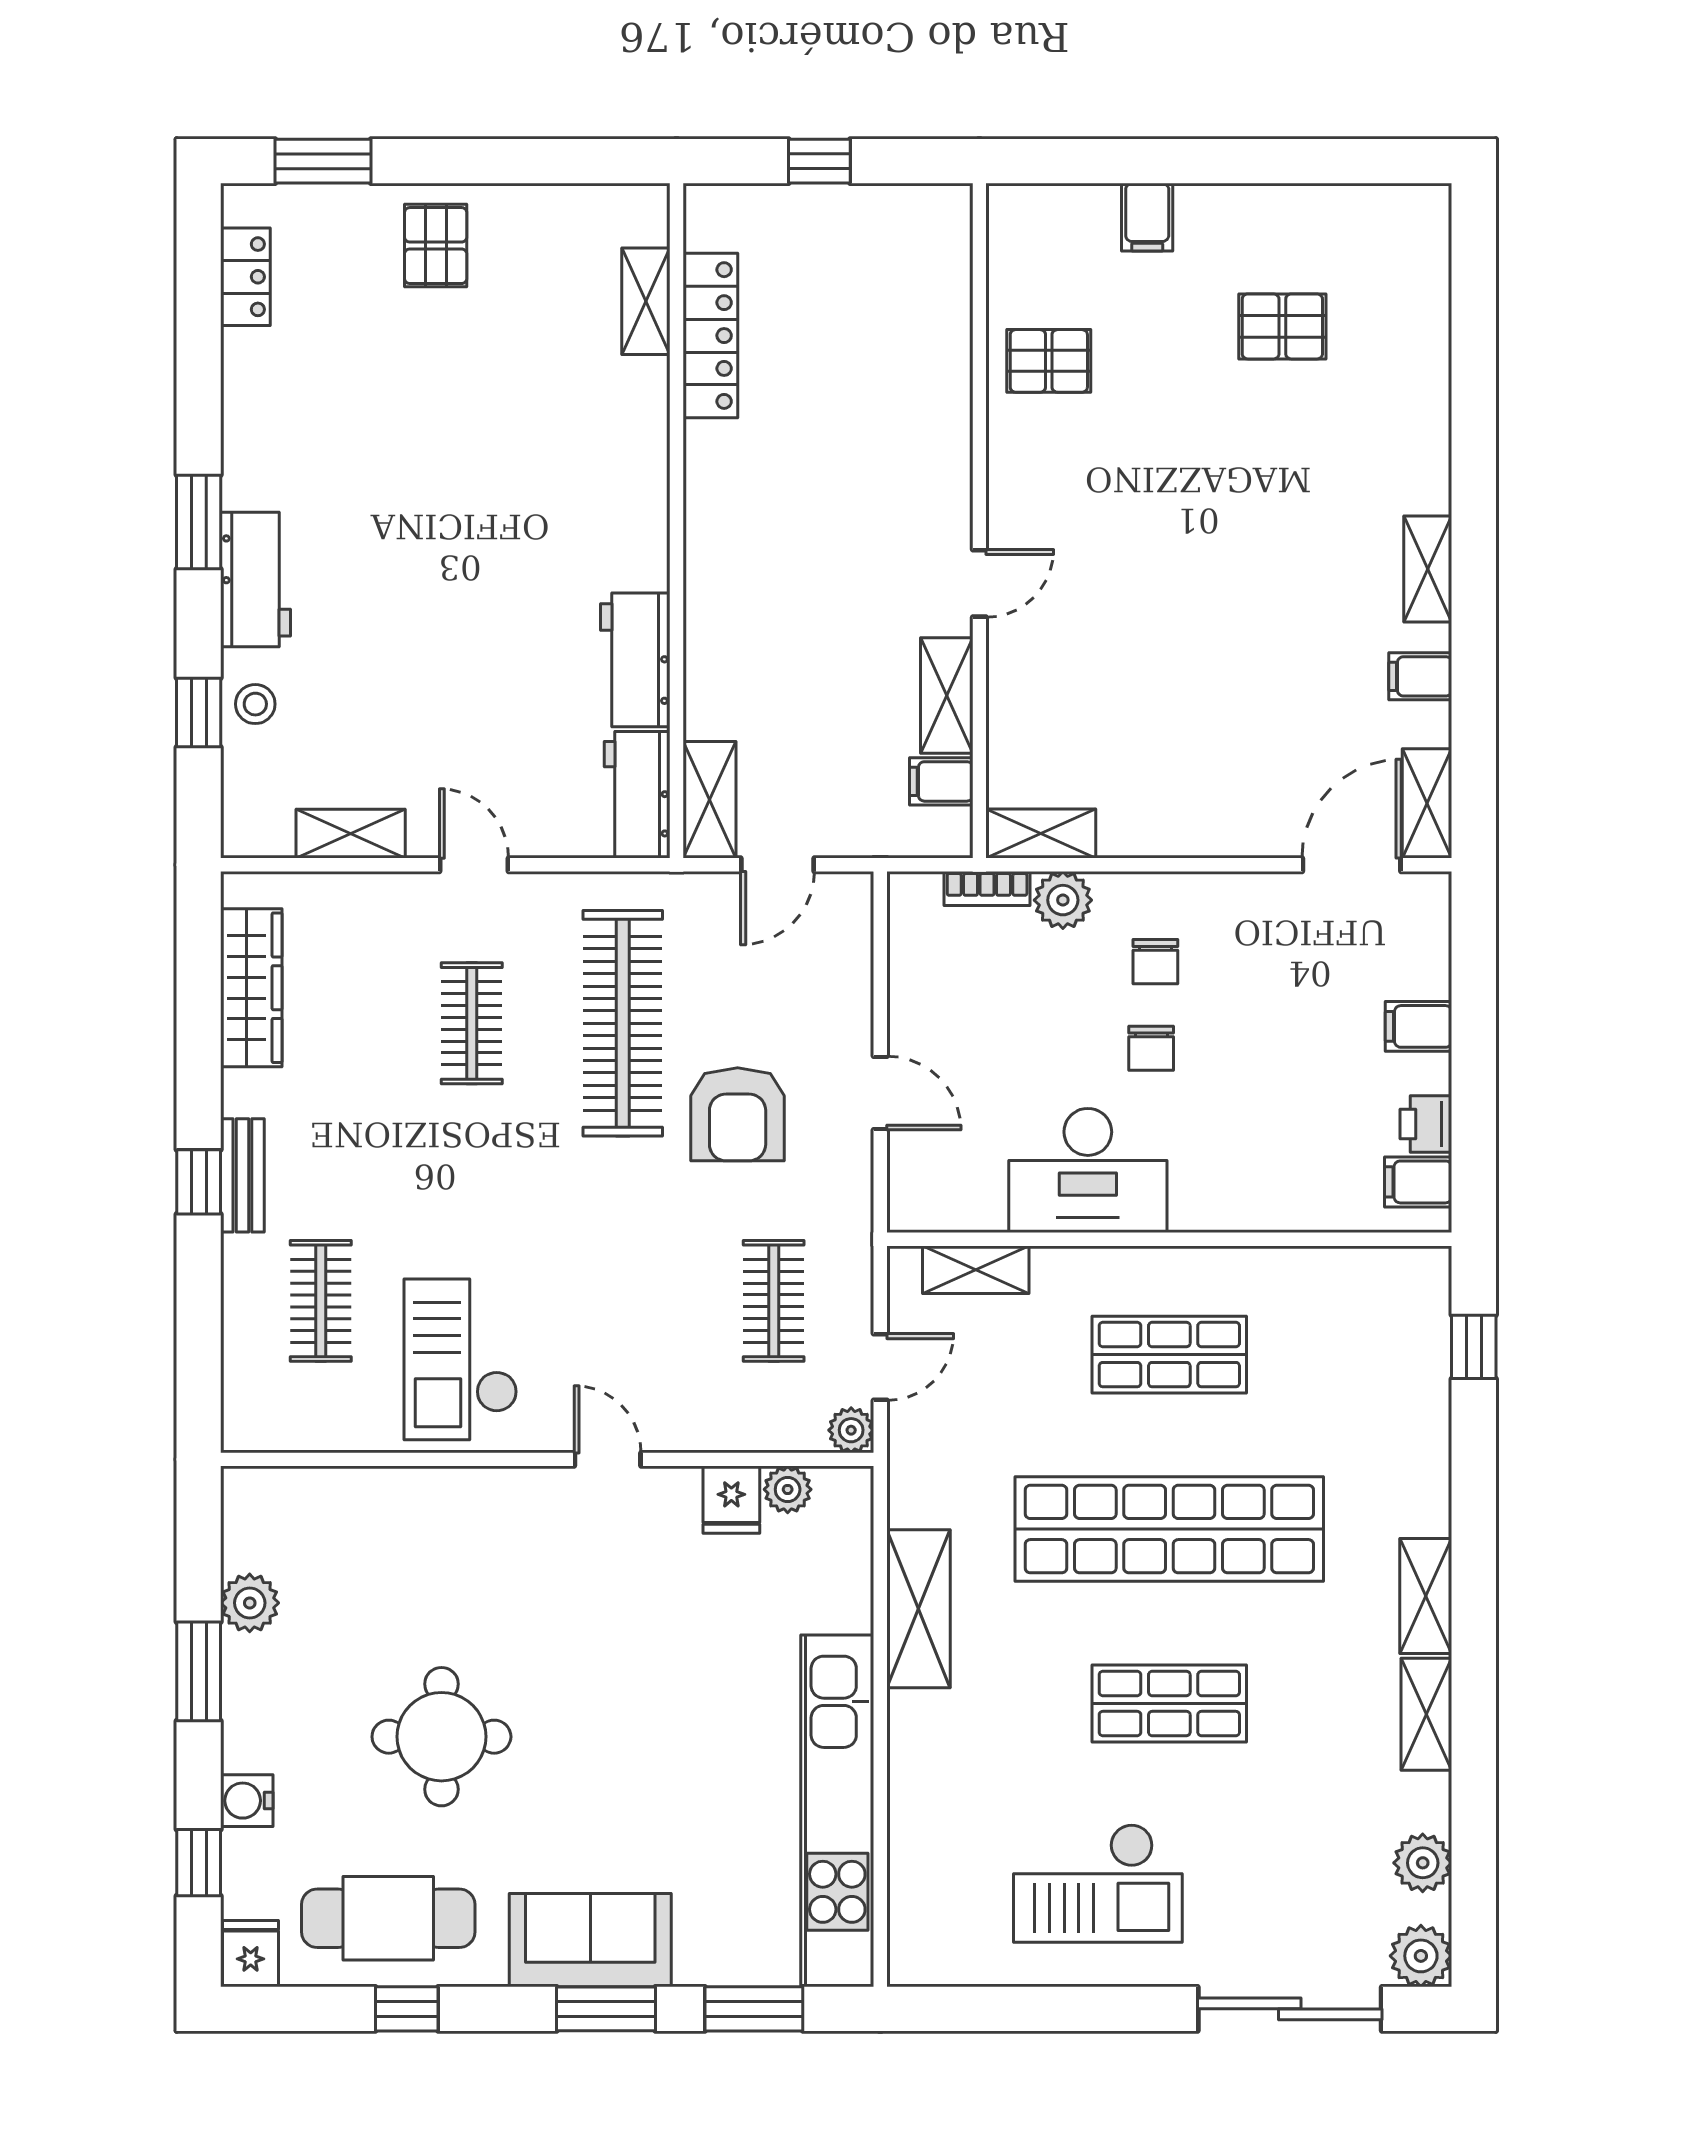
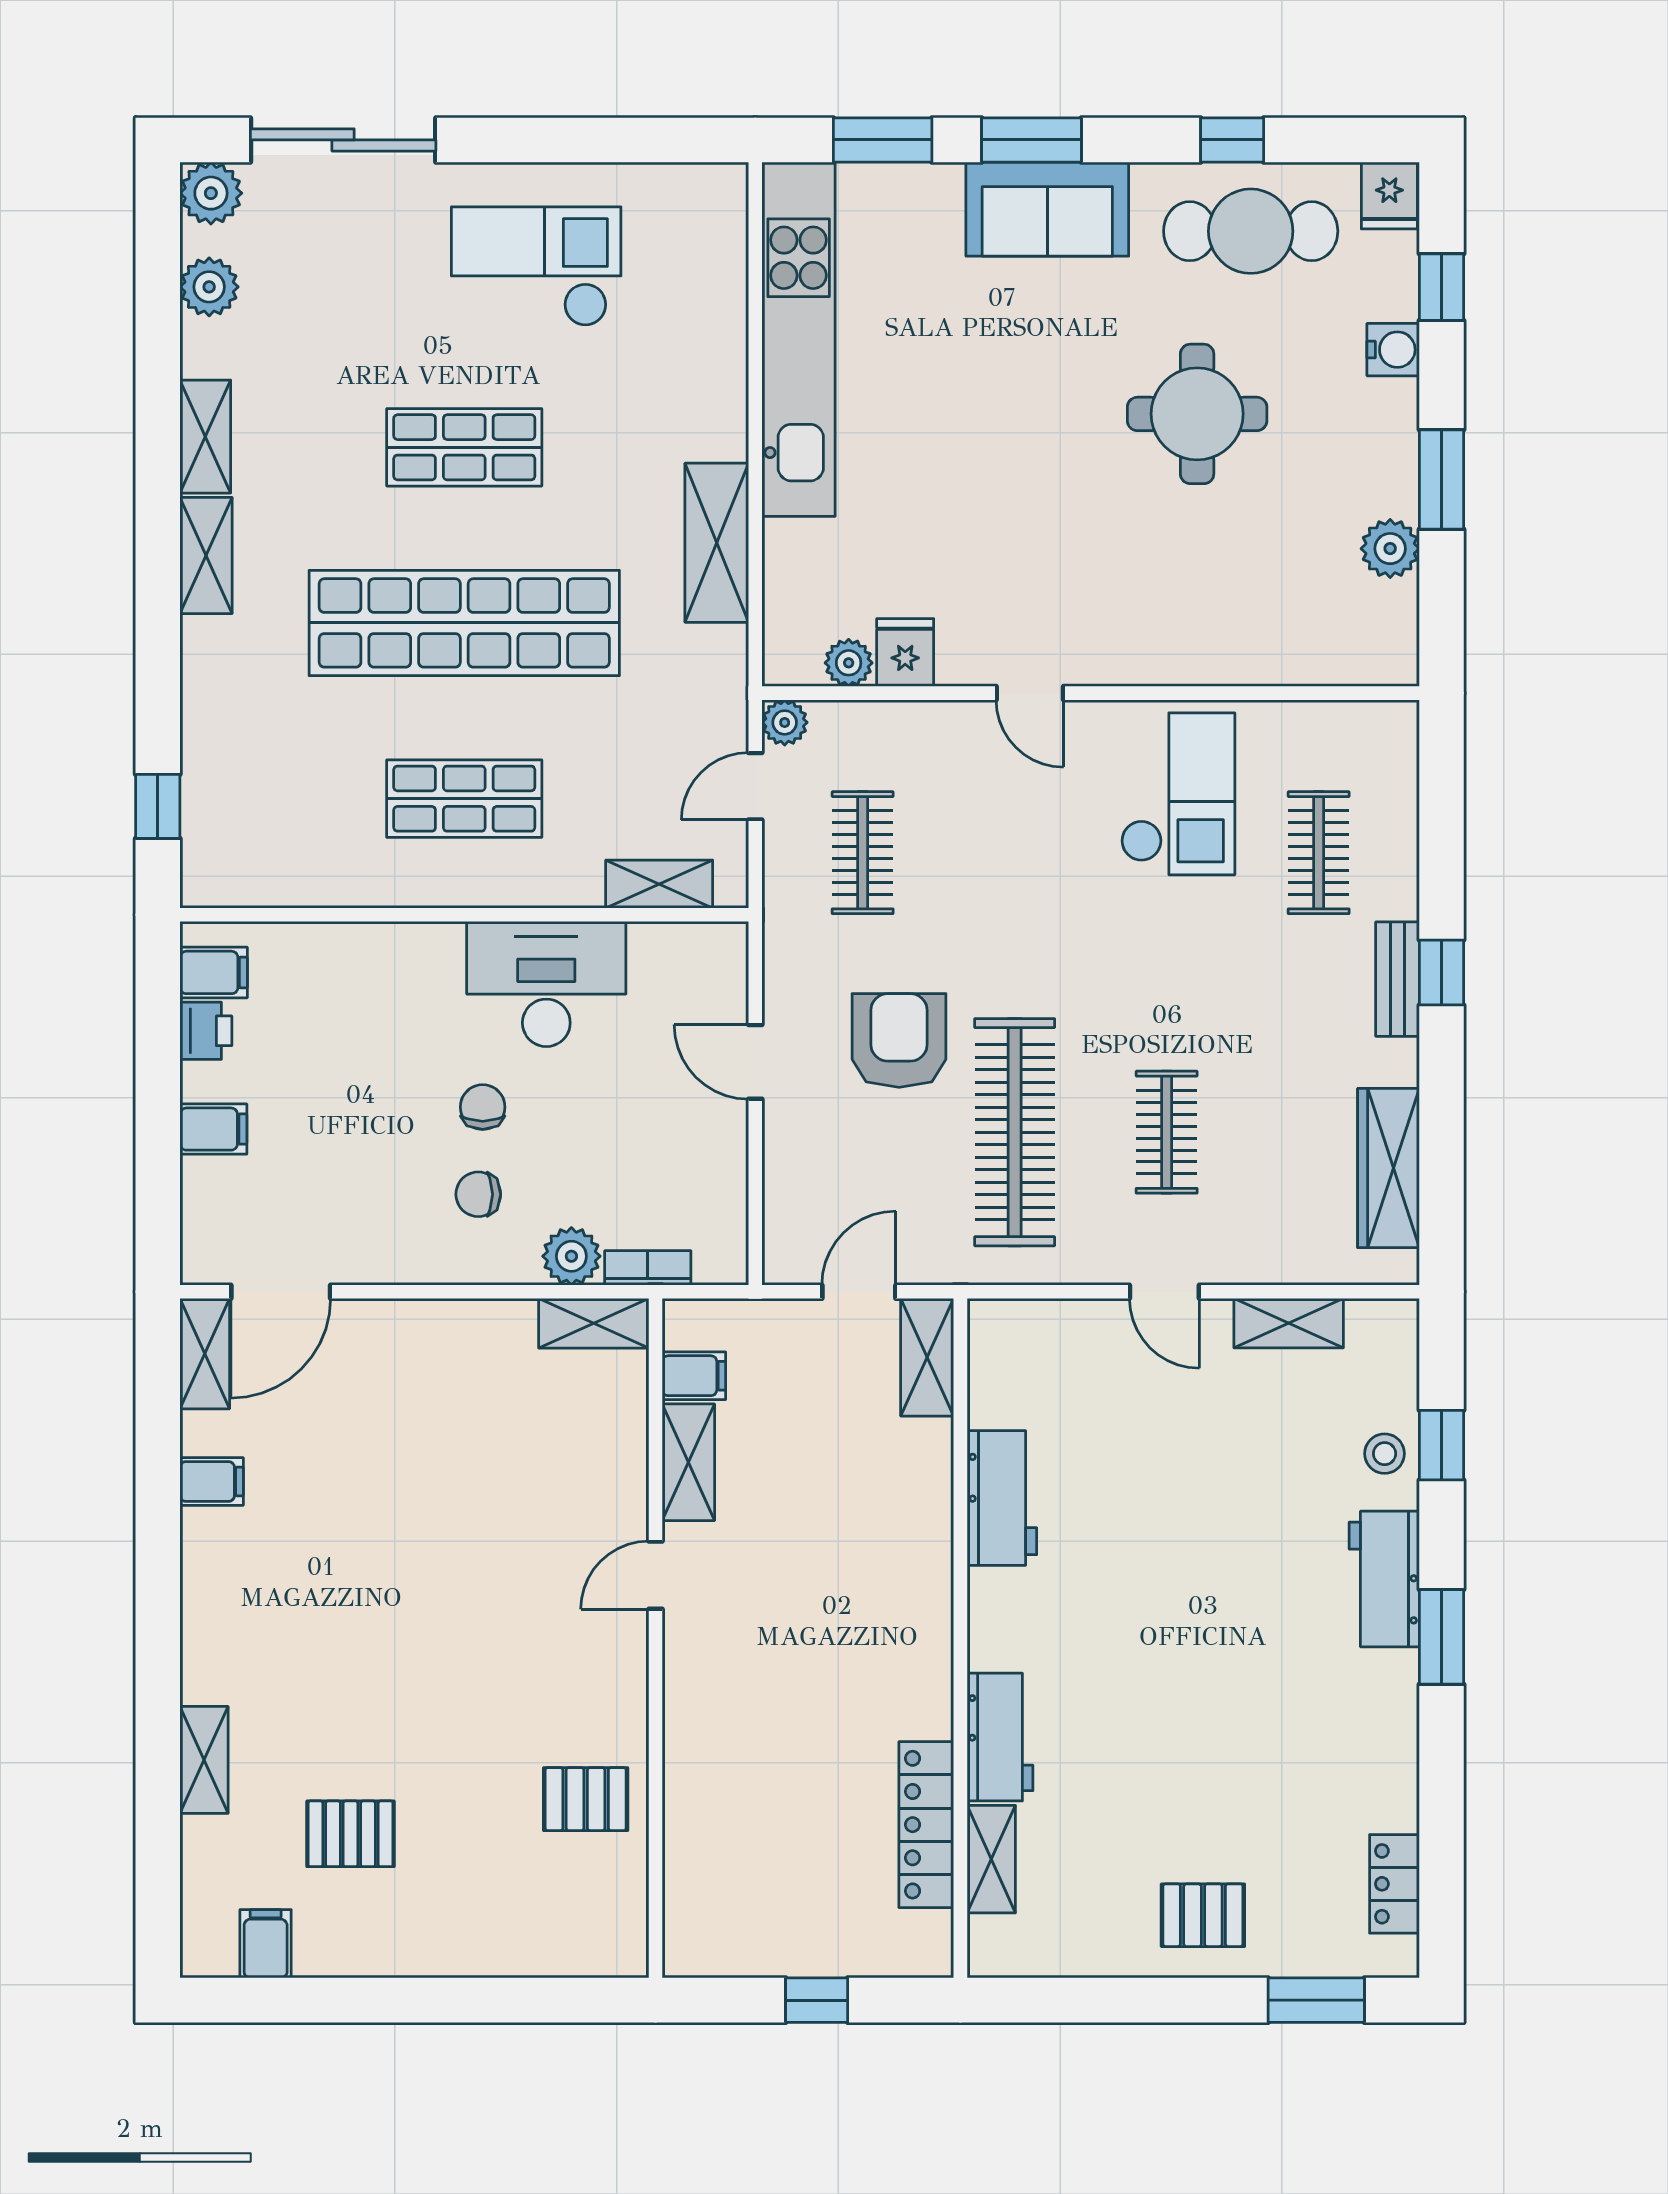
filing cabinet: (1147, 217) -> (266, 1944), moved
pallet: (436, 246) -> (1203, 1915), turned 90
shelving: (1428, 569) -> (204, 1760), moved
workbench: (637, 795) -> (1000, 1737), moved
chair: (1155, 962) -> (478, 1194), turned -90

